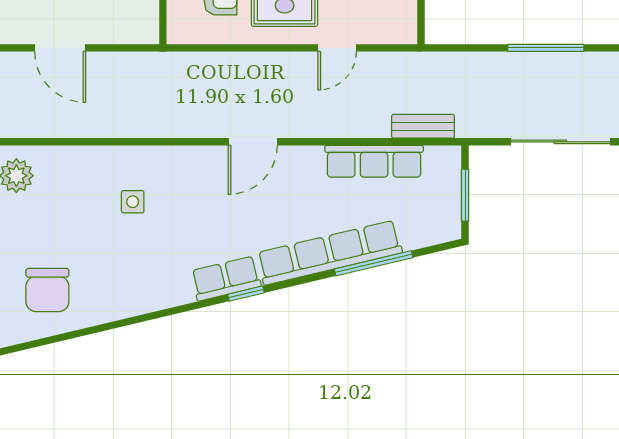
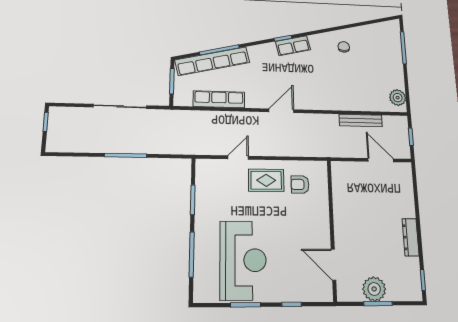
bench: (423, 126) -> (361, 120), moved, width x1.36
side table: (133, 202) -> (340, 83), removed
row of seats: (330, 253) -> (212, 61), moved
chair: (47, 290) -> (344, 47), moved, width x0.54, depth x0.54

